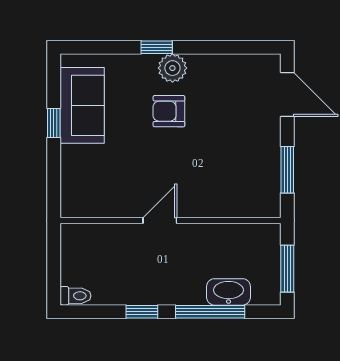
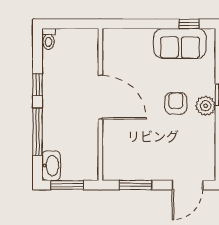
window: (54, 123) -> (189, 24), moved
door: (160, 221) -> (100, 97), width x1.87
washbasin: (228, 292) -> (51, 166), moved

